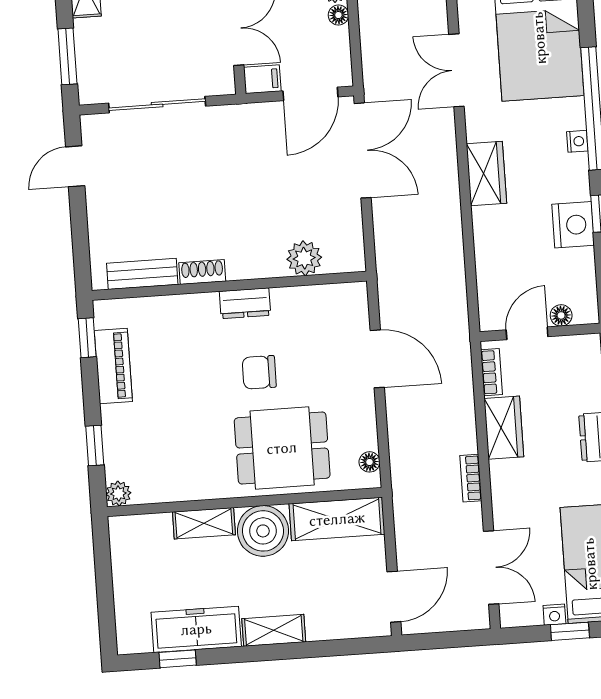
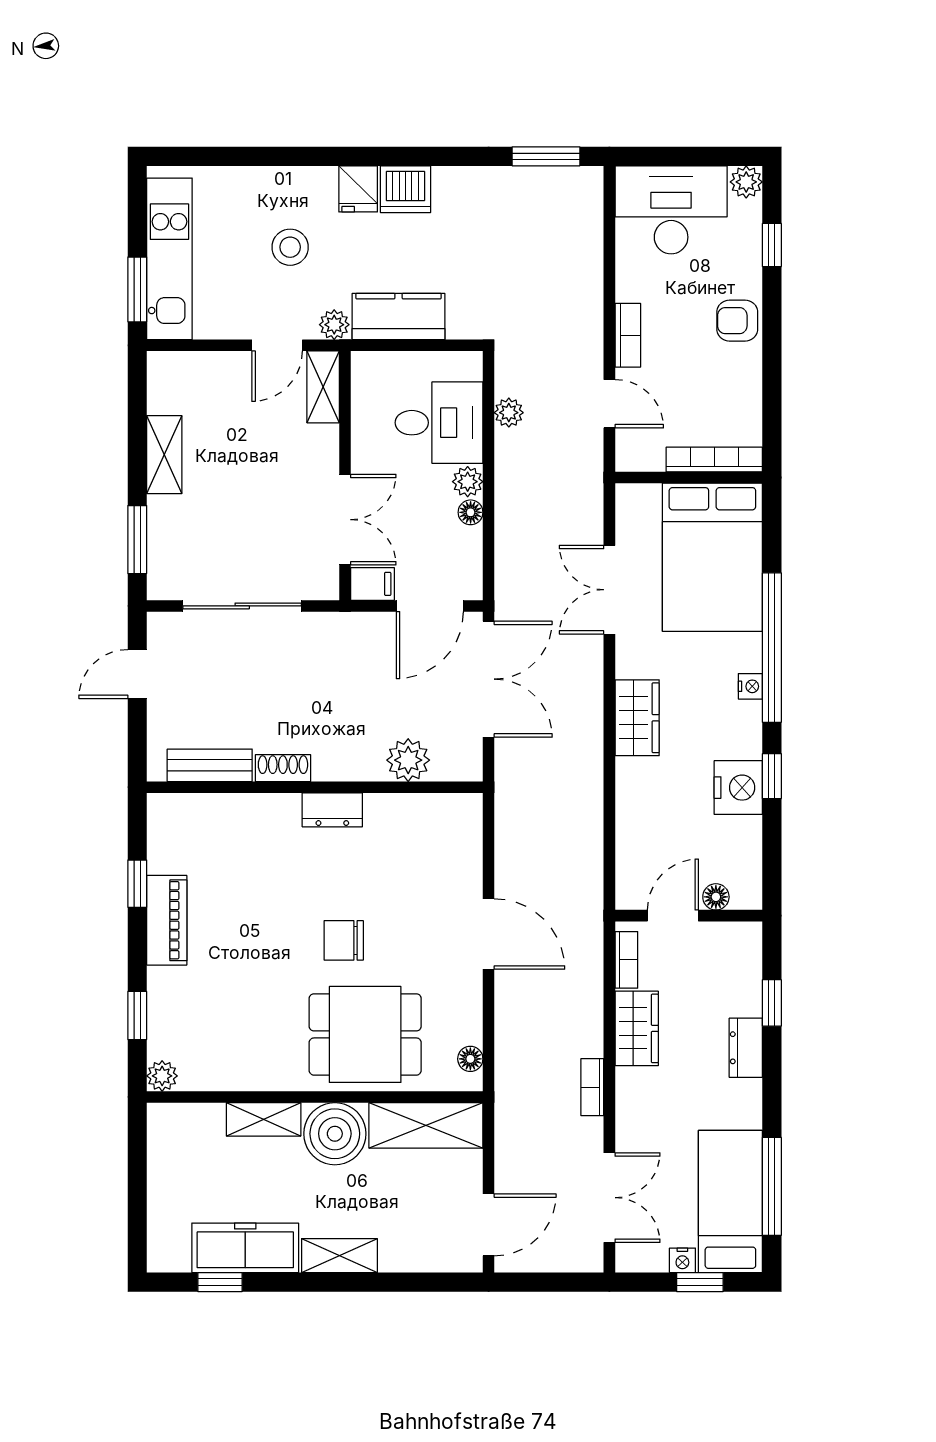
plant: (304, 258) -> (408, 760), moved
shoe rack: (202, 272) -> (283, 768), moved
bench: (142, 274) -> (210, 765), moved
wall: (229, 286) -> (315, 787), moved
dresser: (245, 303) -> (332, 810), moved

